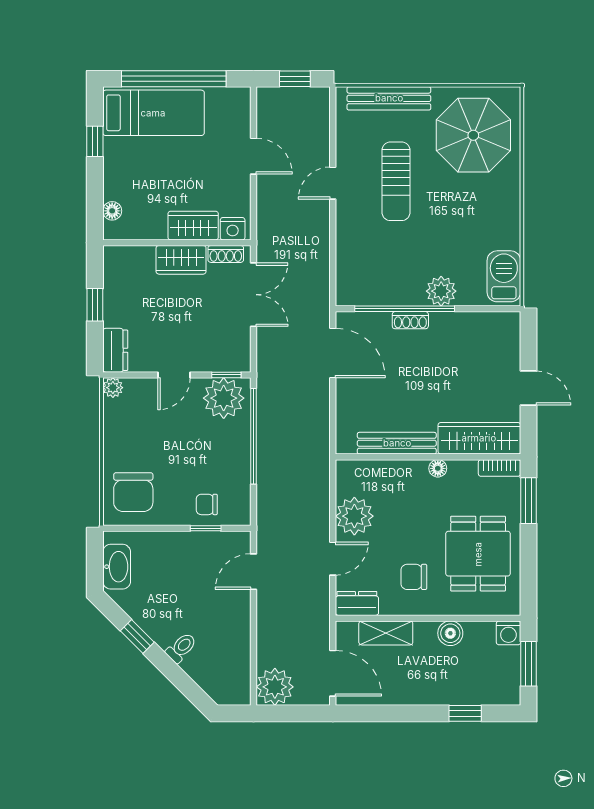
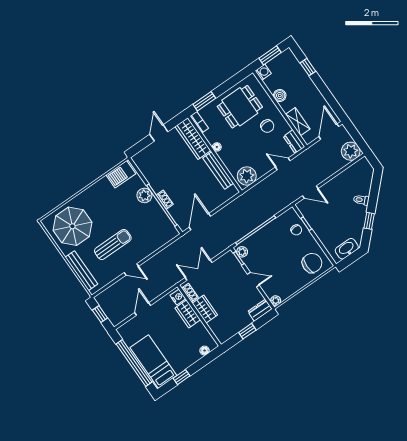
plant: (224, 398) -> (242, 252), width x0.53, depth x0.53
plant: (354, 516) -> (247, 176), moved

